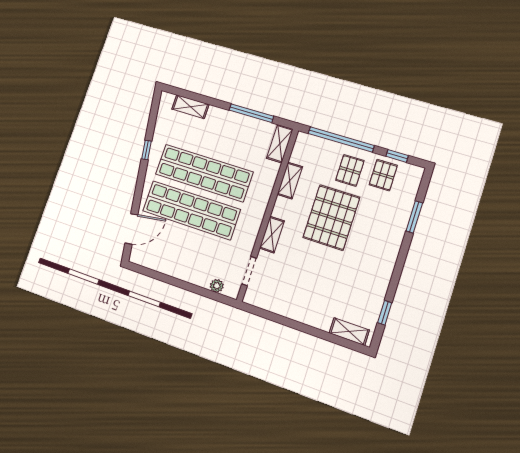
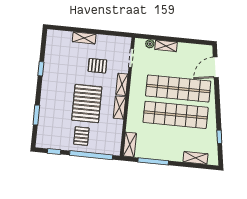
window: (147, 150) -> (219, 137), moved
pallet: (383, 175) -> (97, 66), moved, turned 90
shelving: (290, 181) -> (119, 107), moved
shelving: (194, 277) -> (166, 46), added
window: (385, 313) -> (41, 69), moved
shelving: (349, 332) -> (84, 38), moved

